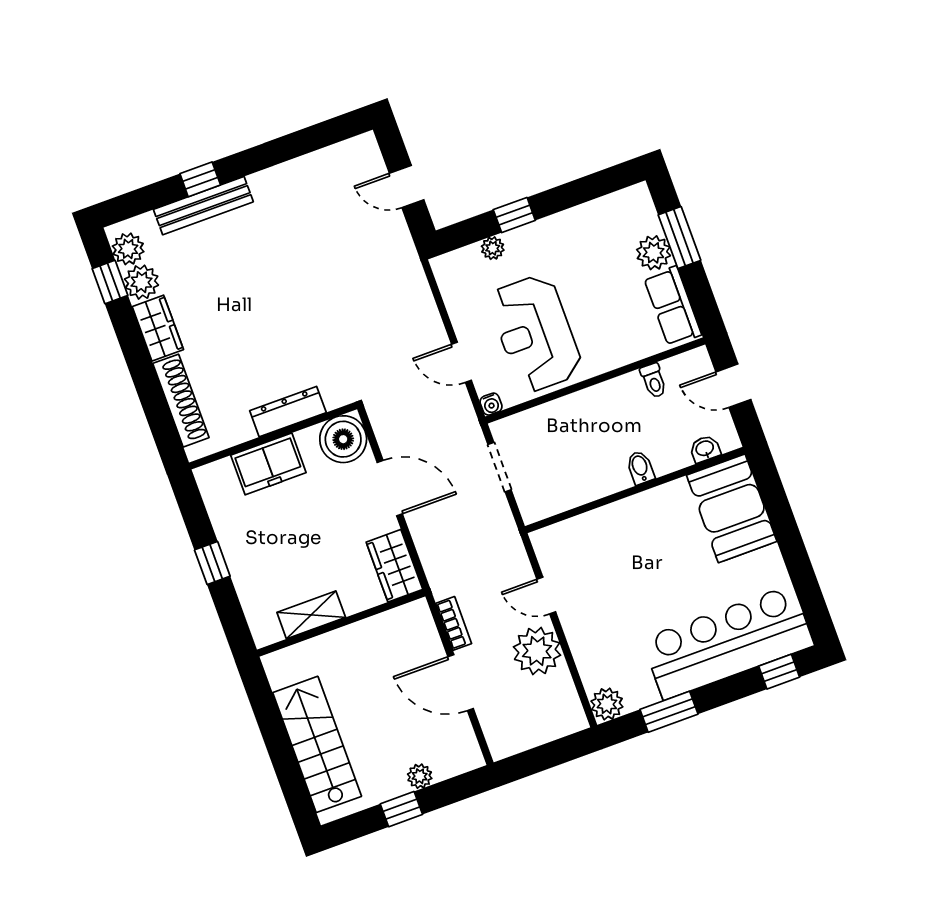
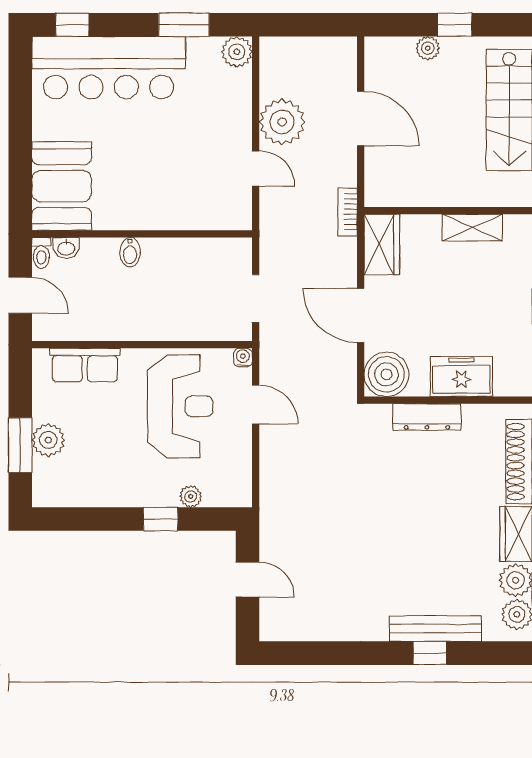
row of seats: (673, 306) -> (85, 365), moved, turned 90
toilet: (654, 381) -> (41, 253), moved, turned 180
bookcase: (454, 623) -> (348, 212), moved

